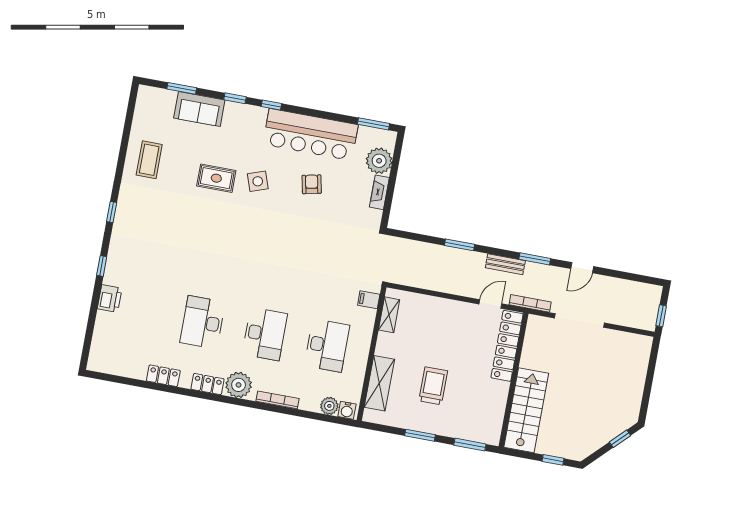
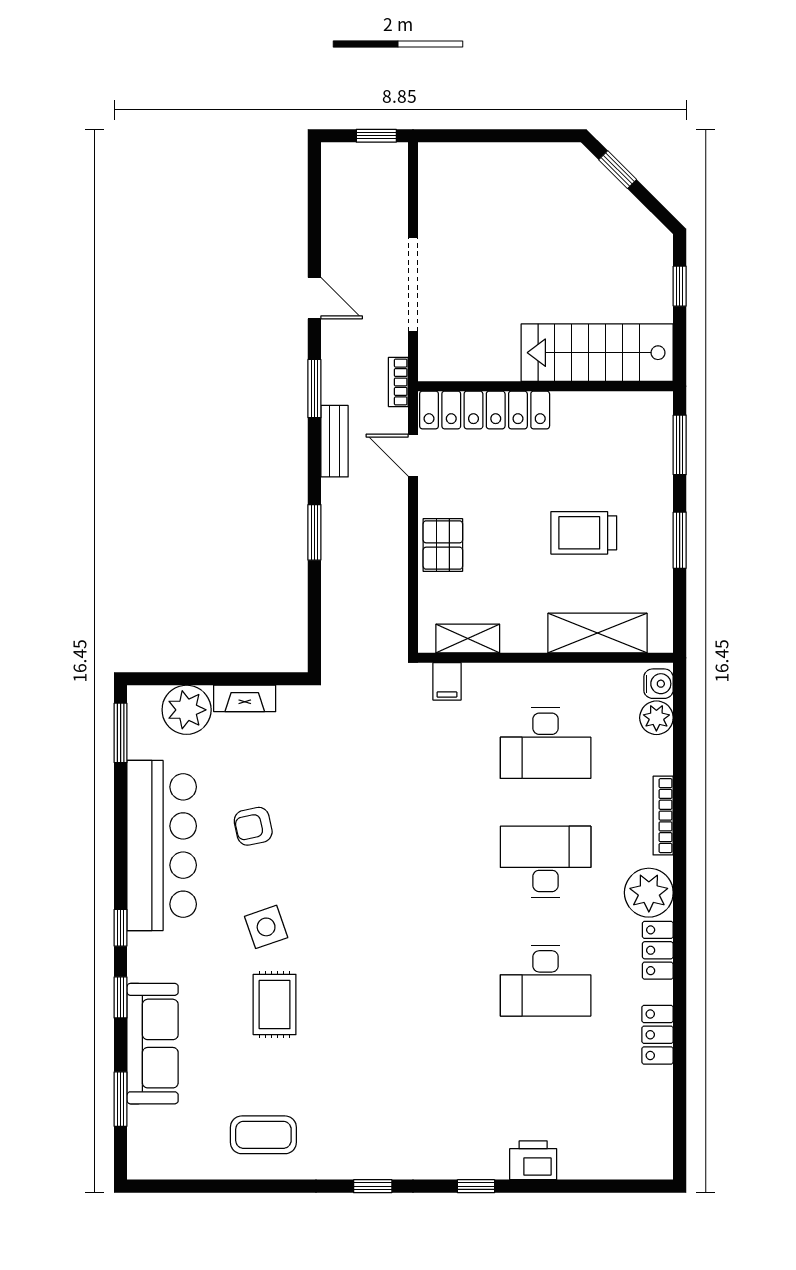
sofa: (199, 109) -> (153, 1044), width x1.36
bookcase: (530, 303) -> (398, 382), width x0.64
pallet: (440, 311) -> (443, 545), added
desk: (327, 345) -> (546, 743), turned 180

